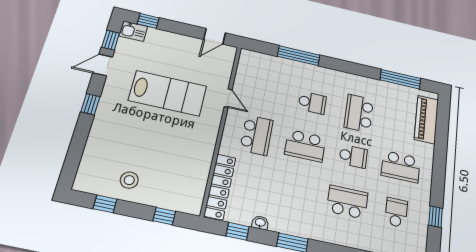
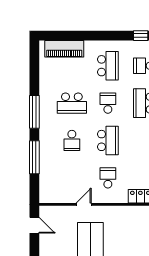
window: (400, 79) -> (34, 112), moved
school desk: (312, 103) -> (72, 140), turned 180
school desk: (257, 135) -> (108, 178), width x0.54

